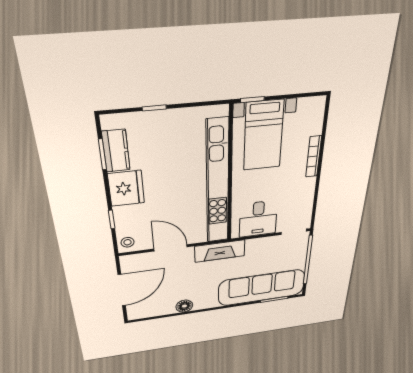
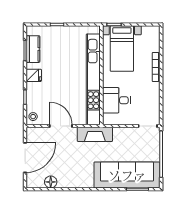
fridge: (126, 188) -> (34, 75), width x0.53, depth x0.75
desk: (258, 219) -> (116, 100), moved, turned 90
floor lamp: (184, 306) -> (51, 182), moved

